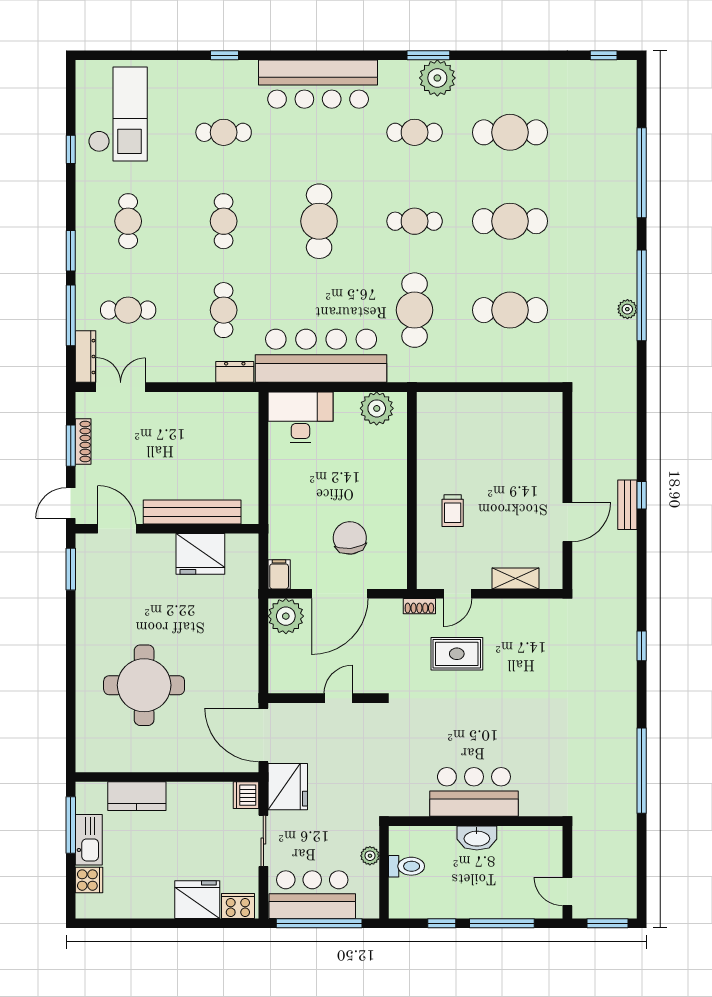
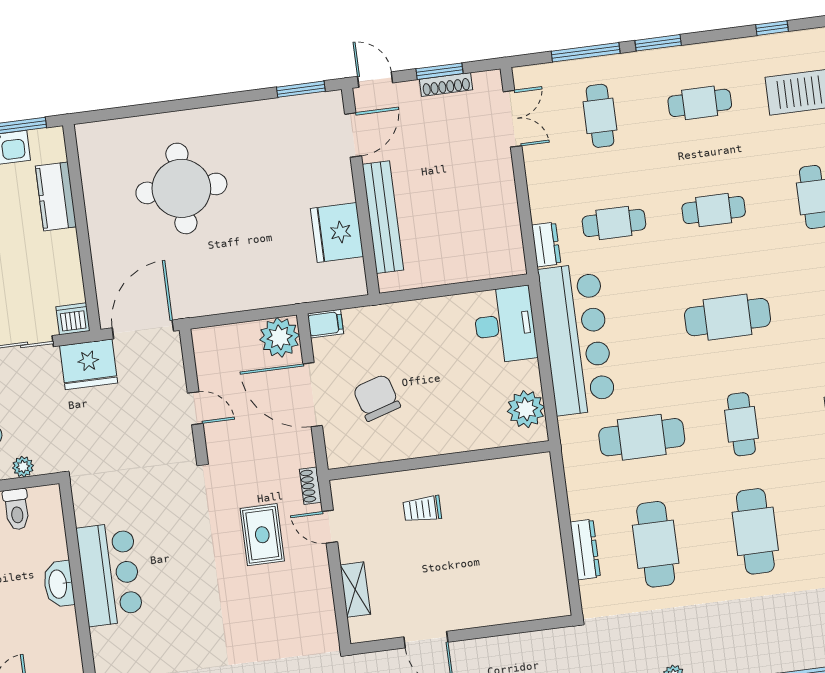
dresser: (86, 357) -> (585, 550), moved, turned -90
chair: (350, 538) -> (377, 398), turned -101

